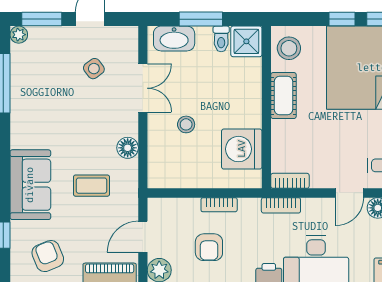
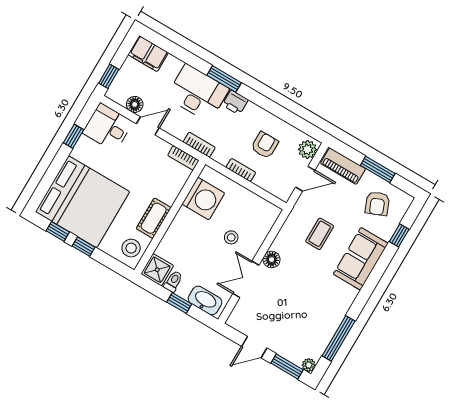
window: (201, 19) -> (179, 303), width x0.67
side table: (94, 69) -> (271, 312), removed
floor lamp: (128, 148) -> (272, 260), moved
coffee table: (91, 186) -> (320, 234), turned 90

